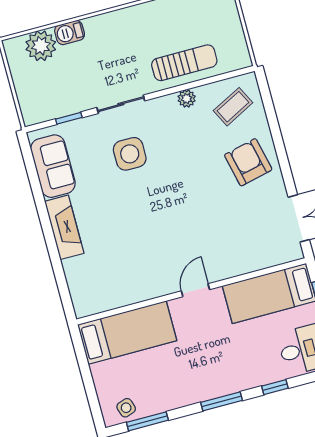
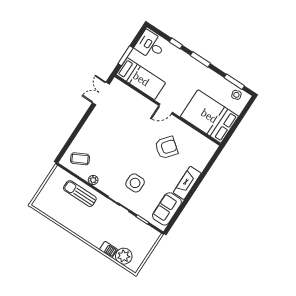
armchair: (248, 162) -> (166, 148), moved, turned -128
bed: (127, 333) -> (209, 116), width x1.50

